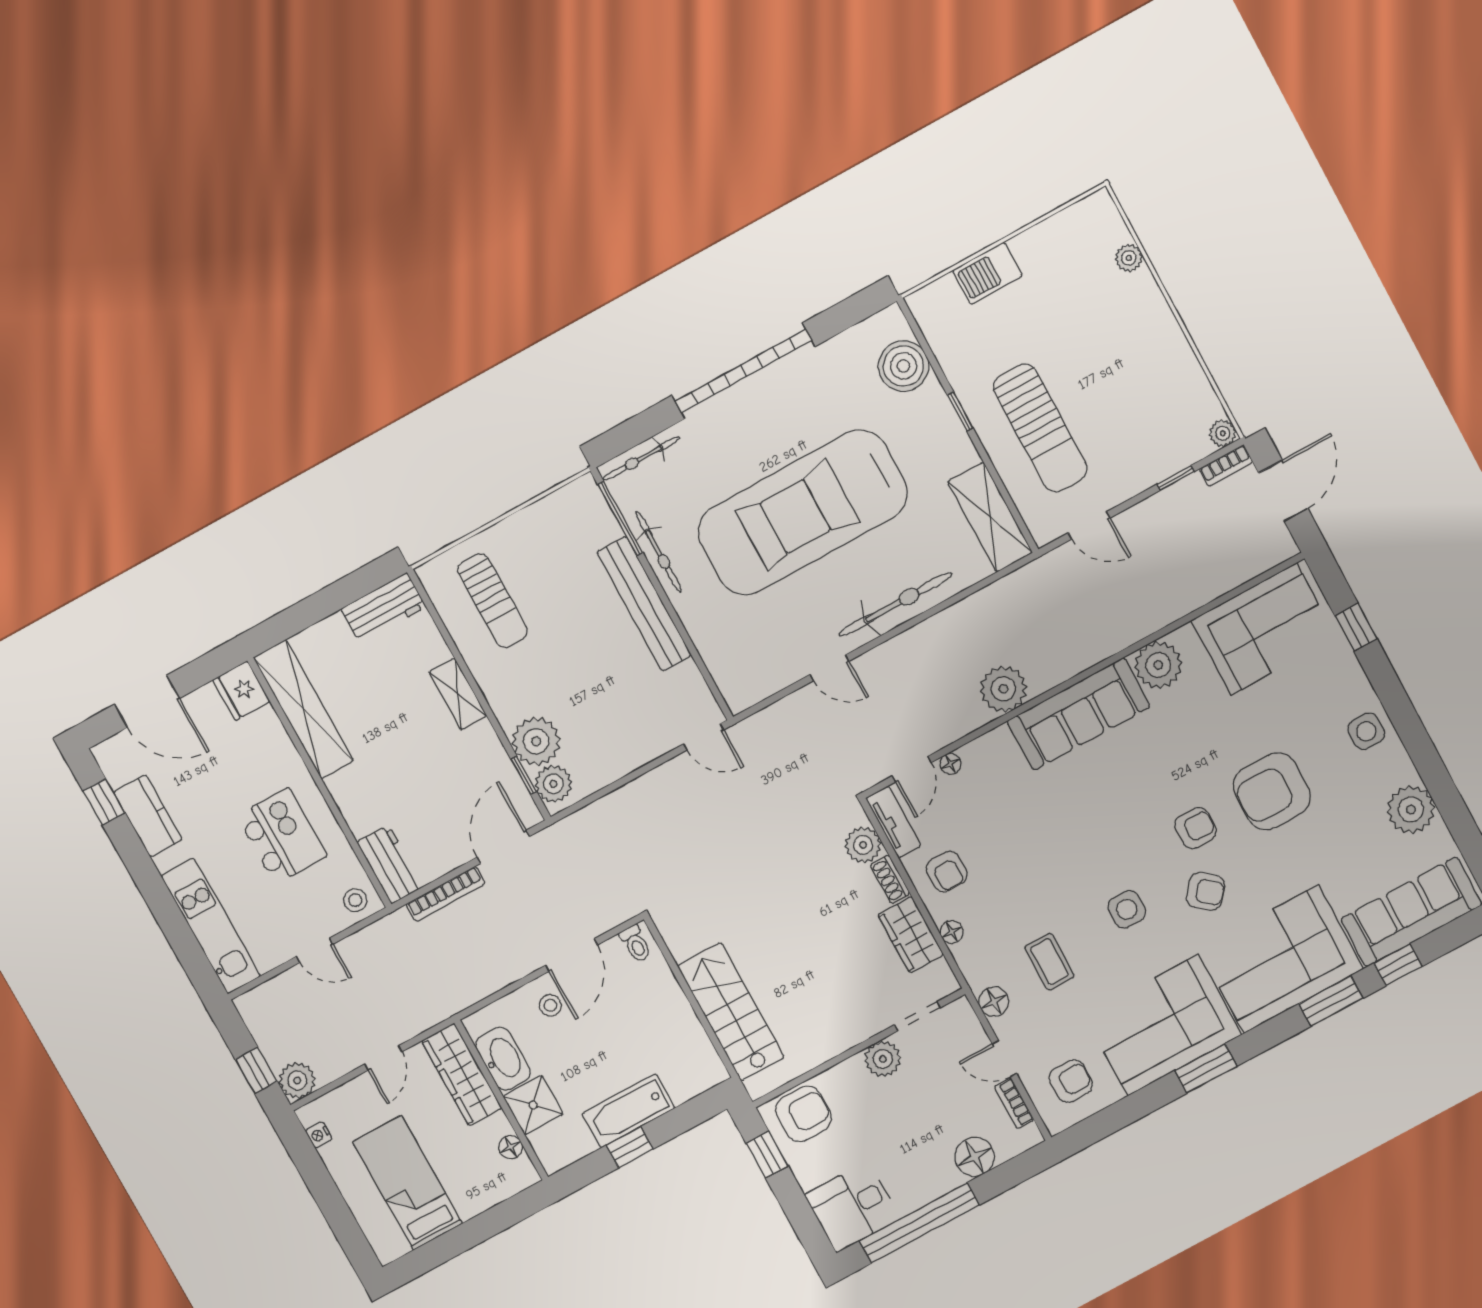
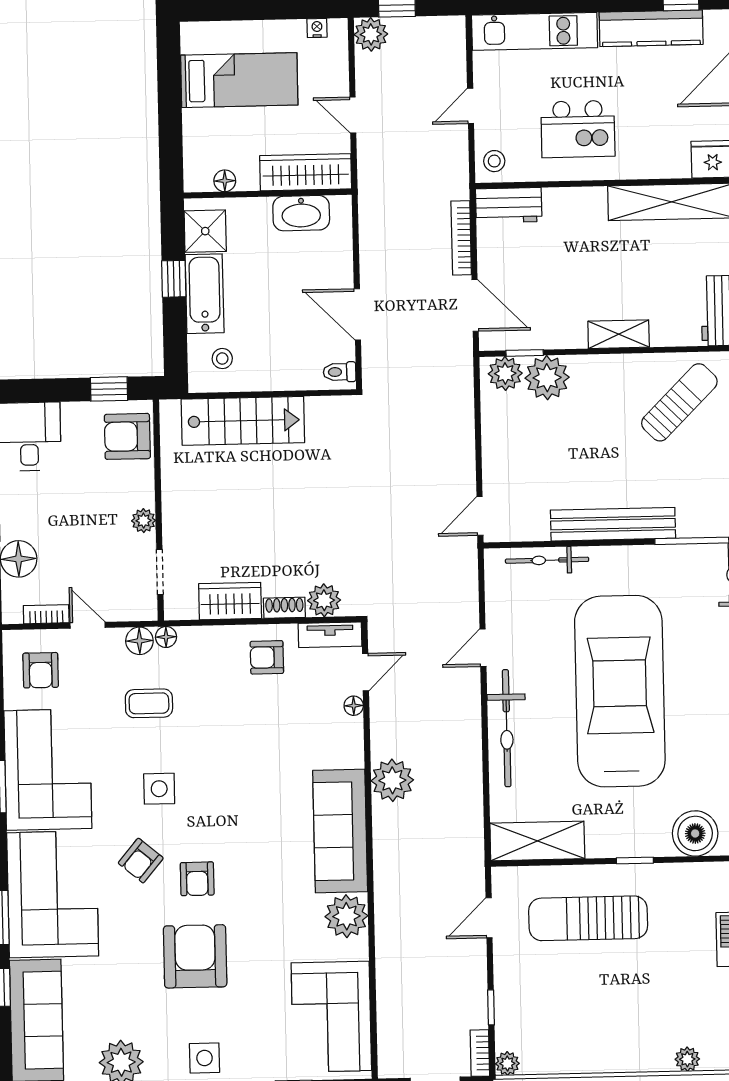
bicycle: (659, 552) -> (547, 560), moved
sun lounger: (493, 601) -> (679, 402), turned 135
door: (912, 769) -> (366, 672), swing flipped
kitchen counter: (148, 816) -> (651, 28), width x1.50
floor lamp: (952, 932) -> (166, 637), moved
stool: (550, 1005) -> (222, 359), moved
plant: (883, 1059) -> (144, 521), width x0.73, depth x0.73
door: (1004, 1059) -> (88, 625), hinge flipped
shower: (533, 1105) -> (205, 231), moved
armchair: (803, 1114) -> (127, 436), turned 90

